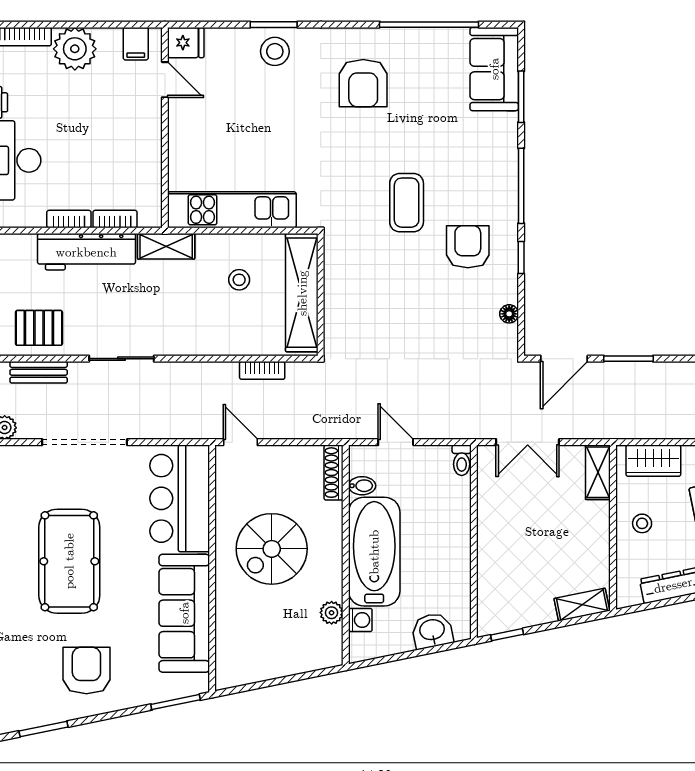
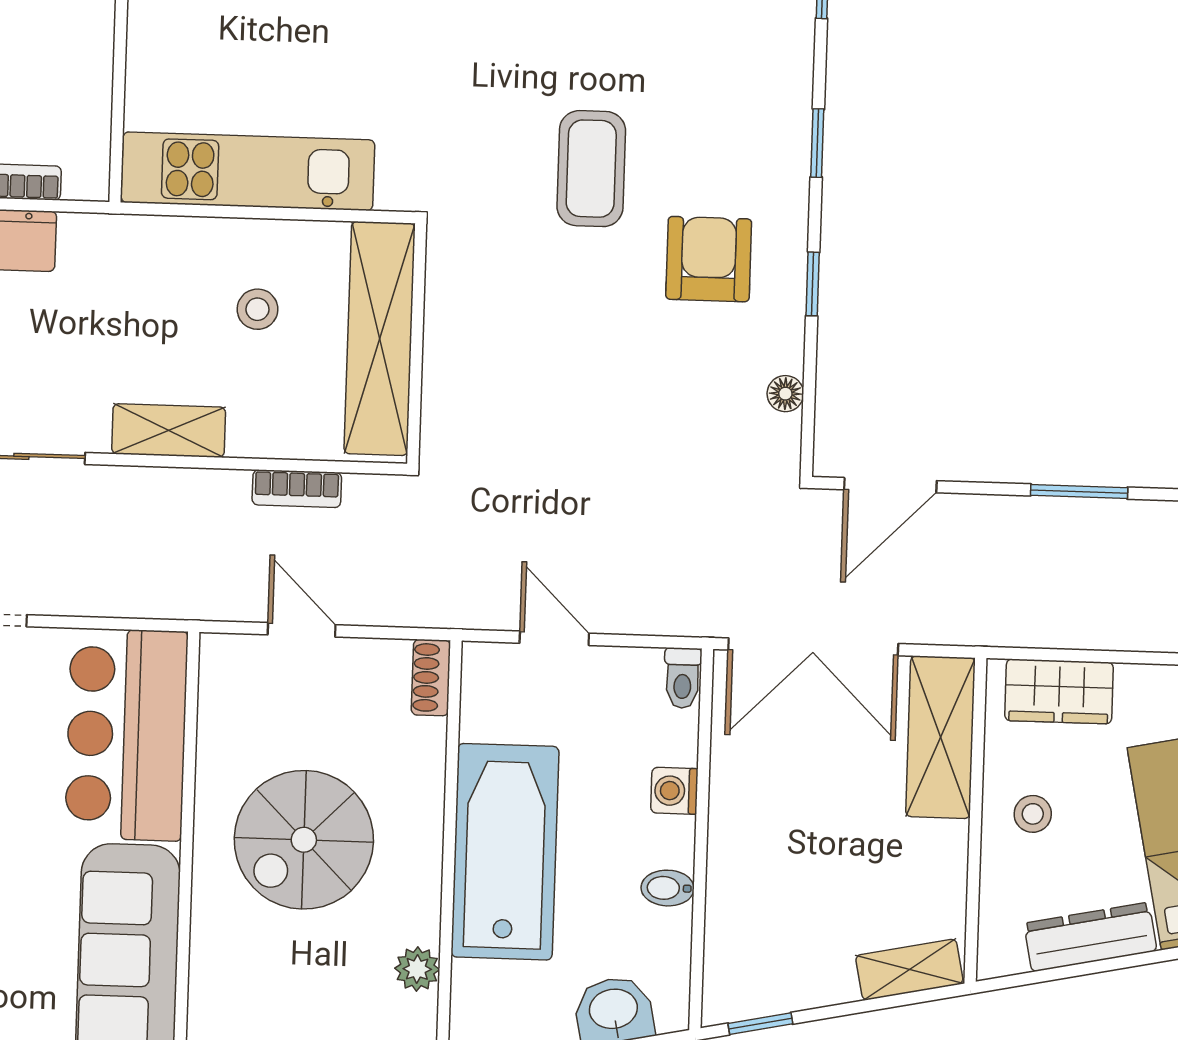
window: (521, 186) -> (817, 143), width x0.46
shelving: (166, 246) -> (169, 430), moved
window: (628, 359) -> (1079, 491), moved
door: (240, 442) -> (302, 630), moved
double door: (528, 442) -> (813, 647), width x1.37
shelving: (598, 472) -> (940, 737), width x1.50, depth x1.33
shoe rack: (334, 473) -> (431, 678), width x0.70
bidet: (362, 486) -> (668, 888), moved, turned 180
washing machine: (360, 620) -> (674, 791), moved, turned 180

